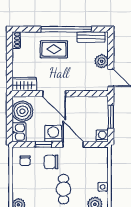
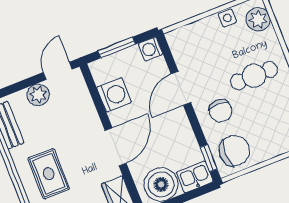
washing machine: (53, 133) -> (114, 95), moved, turned 180
window: (44, 144) -> (209, 158), moved
chair: (25, 161) -> (234, 151), width x1.87, depth x1.87

